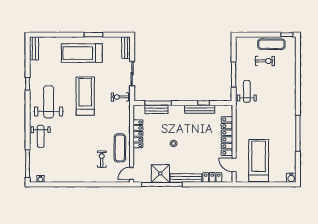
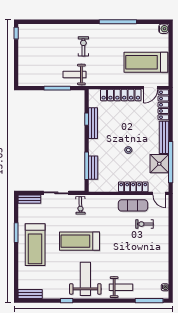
exercise mat: (271, 44) -> (26, 49), removed
exercise bike: (265, 61) -> (83, 46), moved
weight bench: (49, 102) -> (85, 279), turned 90
locker: (138, 134) -> (133, 187), moved
locker: (212, 177) -> (163, 105), width x1.53

